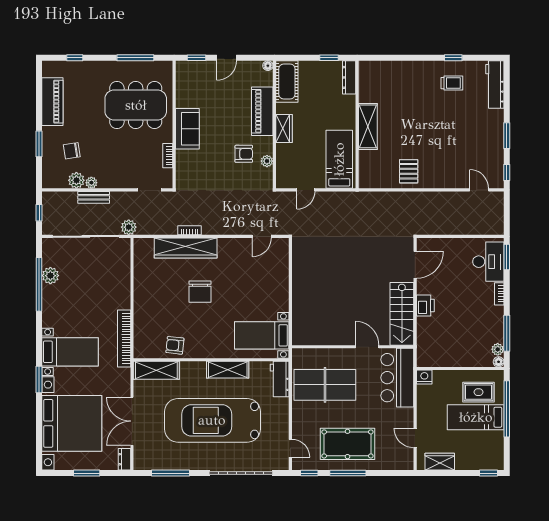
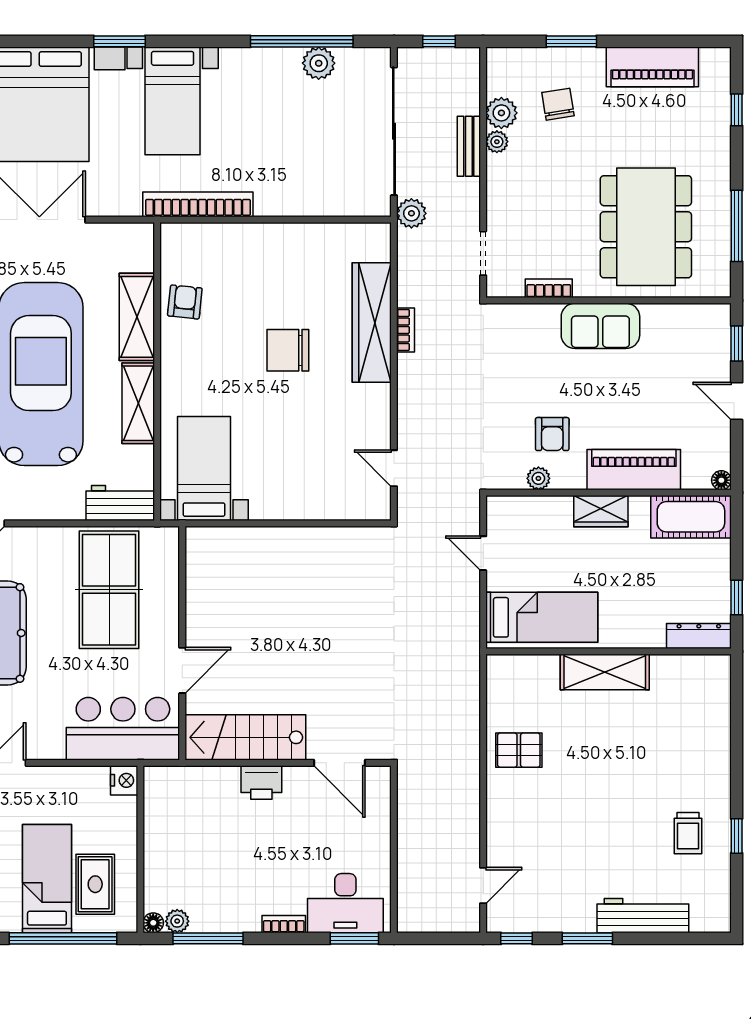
workbench: (495, 84) -> (643, 916), moved
shelving: (156, 370) -> (137, 317), moved

